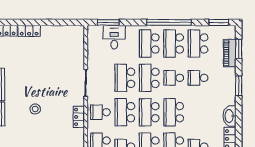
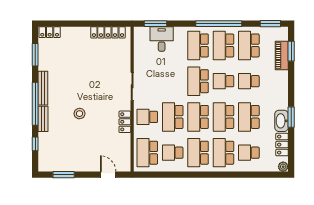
locker: (29, 31) -> (108, 32), moved, width x1.53
school desk: (125, 78) -> (249, 117), moved
window: (239, 86) -> (291, 117), moved

